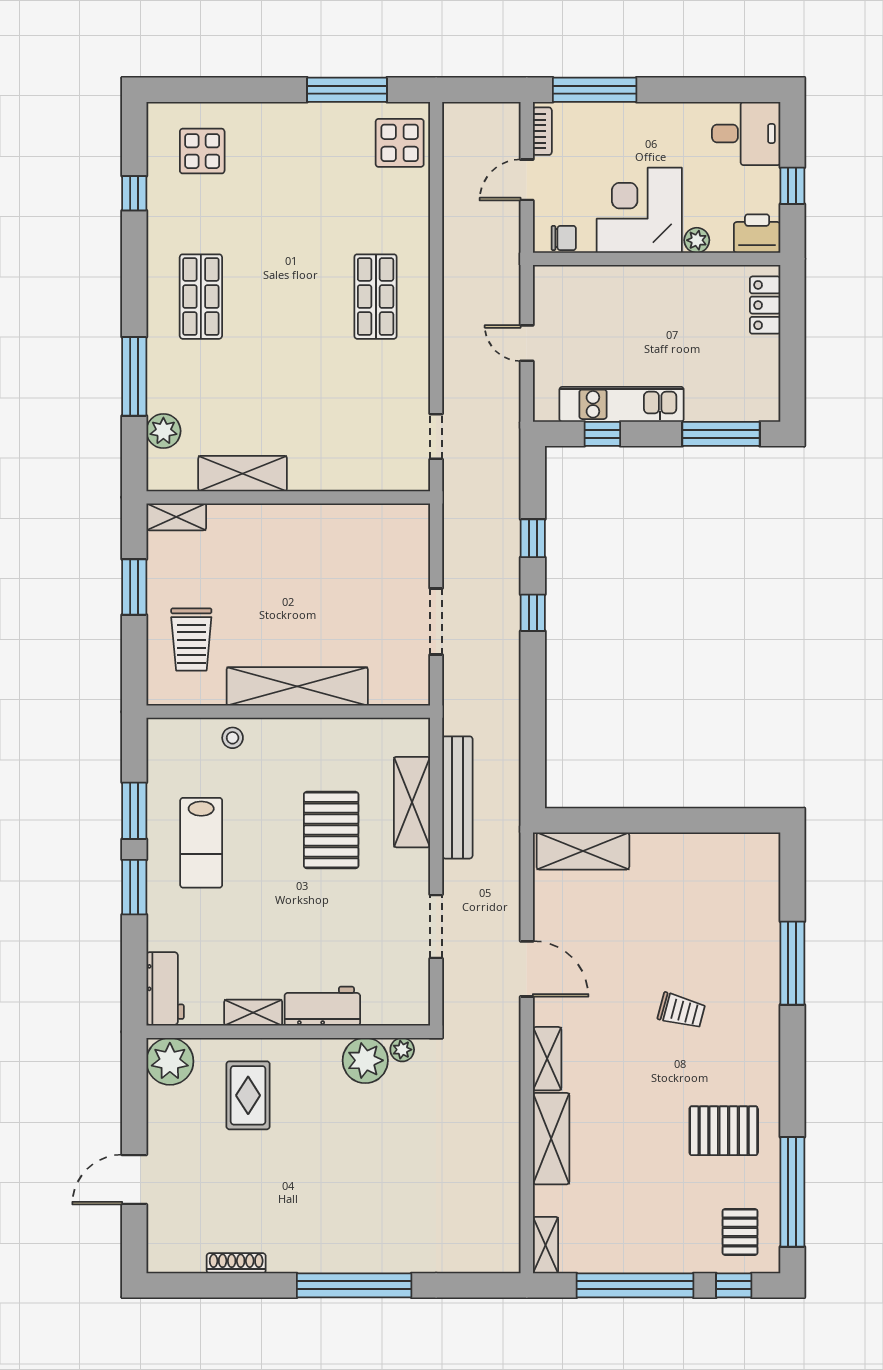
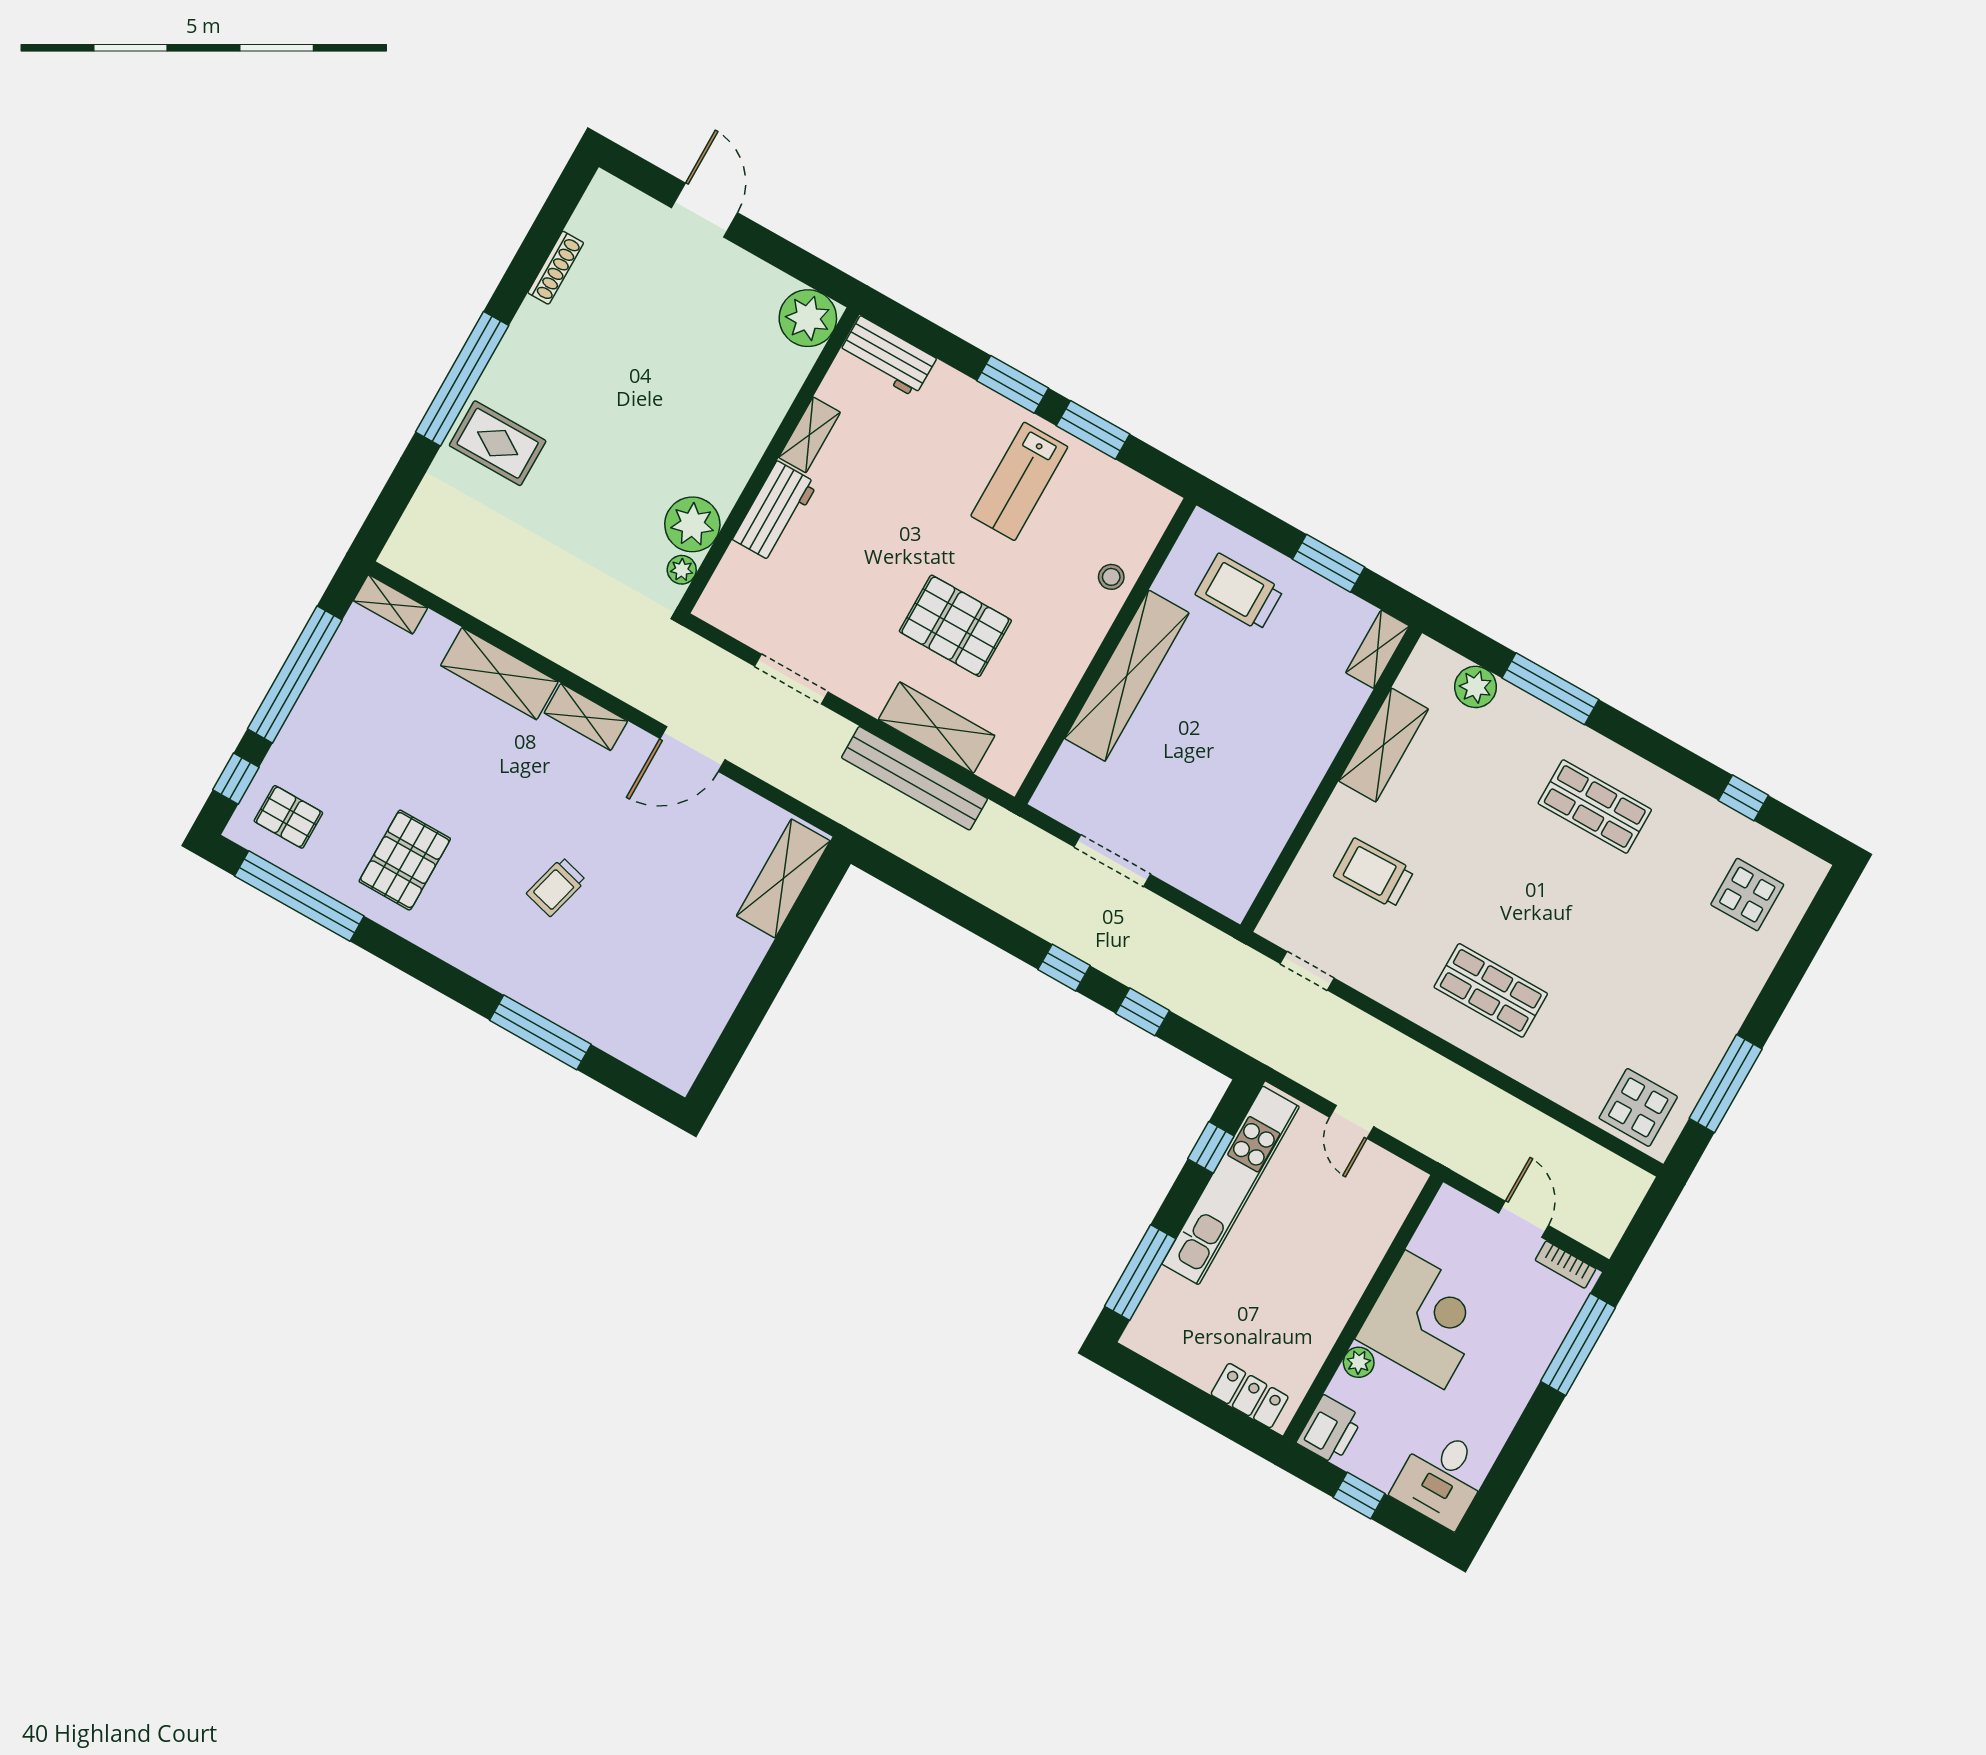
chair: (564, 238) -> (1440, 1224), removed
door: (527, 343) -> (1352, 1122), swing flipped
kitchen unit: (622, 404) -> (1231, 1185), width x1.36
trolley: (339, 428) -> (1374, 873), added
lab bench: (201, 843) -> (1019, 481), turned -90
rug: (248, 1095) -> (498, 443), moved

